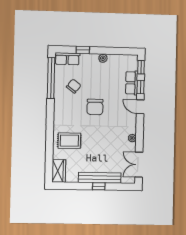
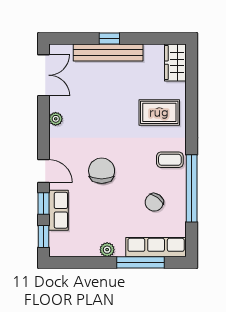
window: (83, 50) -> (141, 262), width x2.17
row of seats: (67, 59) -> (156, 247), width x1.48
window: (51, 78) -> (192, 188), moved
chair: (95, 107) -> (102, 171), moved
coffee table: (64, 112) -> (170, 160), added

